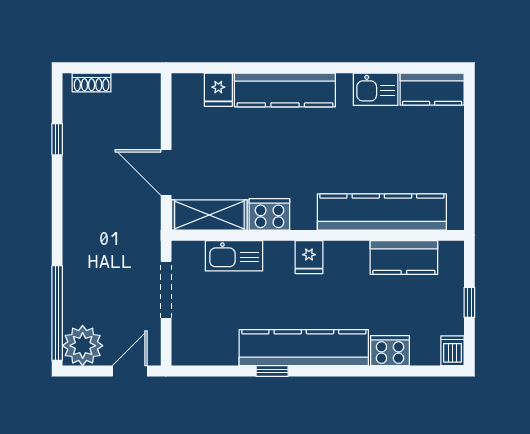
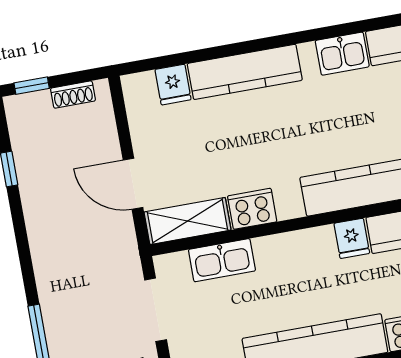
window: (91, 68) -> (32, 86), added
shoe rack: (92, 83) -> (73, 95), moved
fridge: (309, 257) -> (352, 238), moved

